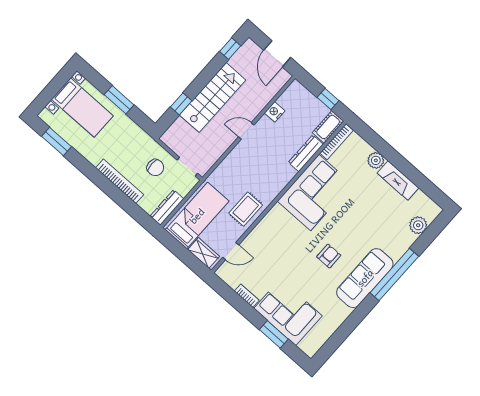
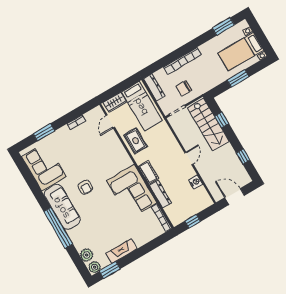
window: (230, 49) -> (243, 156), moved
stairs: (213, 98) -> (208, 124), moved
cot: (328, 127) -> (148, 172), moved
plant: (376, 160) -> (95, 267), moved
window: (428, 188) -> (110, 270), added
corner sofa: (288, 312) -> (44, 167), moved, turned -90

